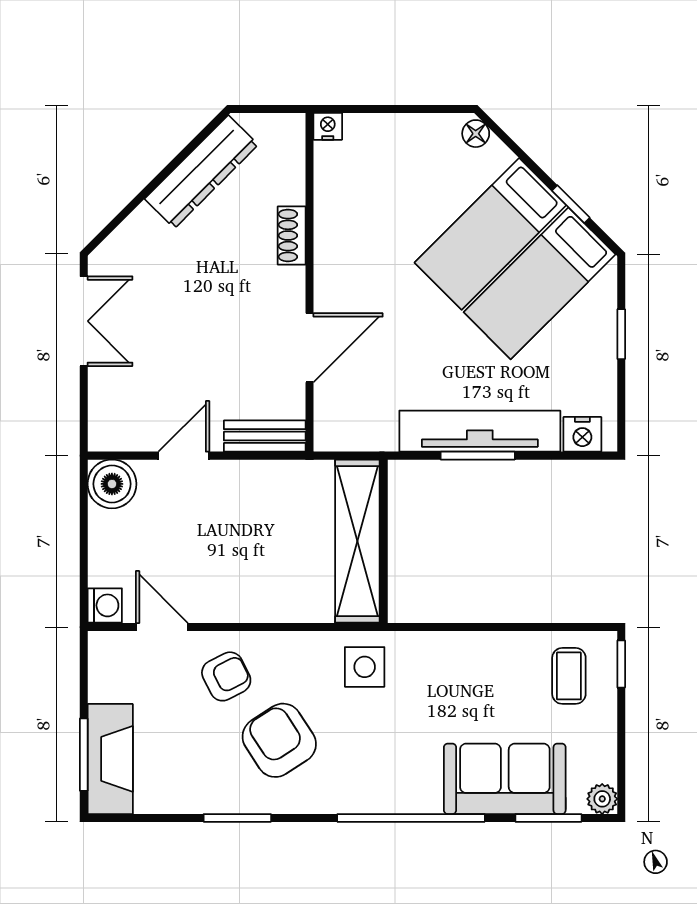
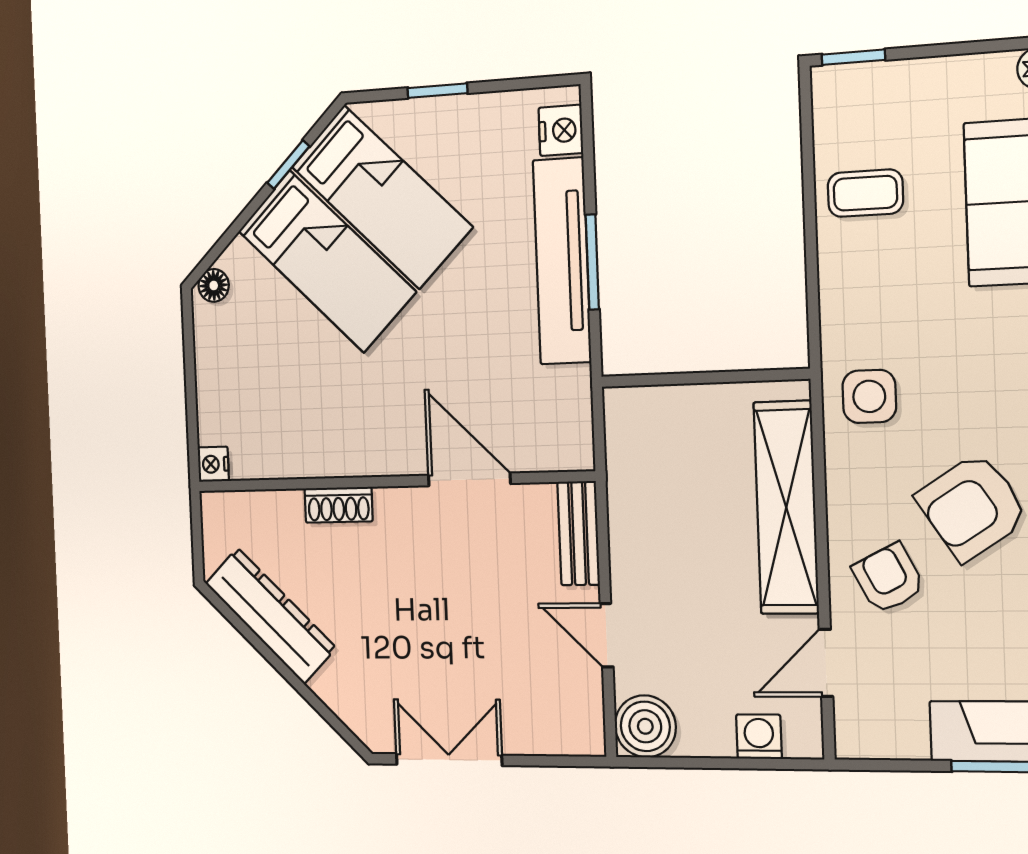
shelving: (357, 541) -> (786, 508), moved, turned 90
washing machine: (105, 605) -> (759, 737), moved
coffee table: (569, 676) -> (865, 193), moved

